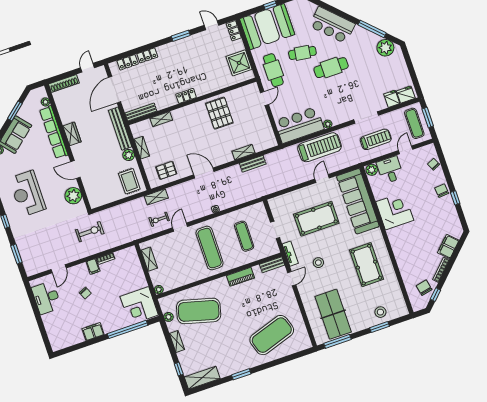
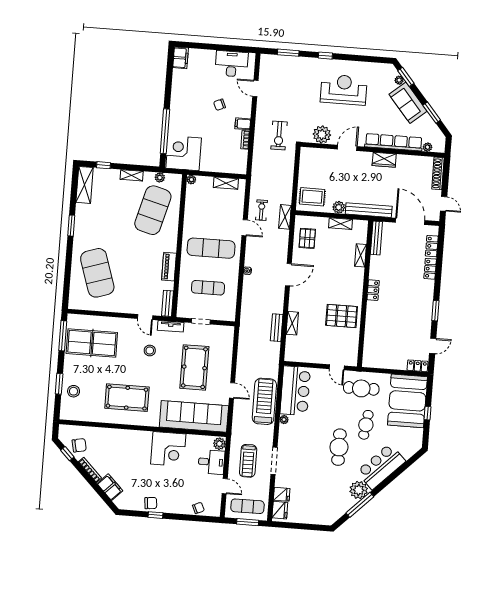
plant: (385, 48) -> (359, 490), moved
shower: (239, 63) -> (383, 357), removed
treadmill: (320, 147) -> (264, 401), turned 180
chair: (442, 191) -> (151, 503), moved
filing cabinet: (93, 332) -> (181, 58), moved

